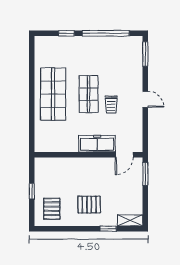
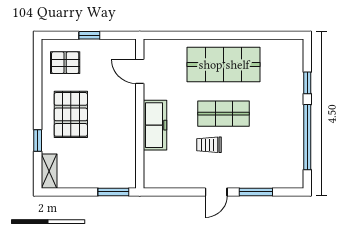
window: (145, 54) -> (256, 192), moved
door: (124, 155) -> (140, 71), moved
pallet: (89, 205) -> (71, 114), width x1.50, depth x1.42

